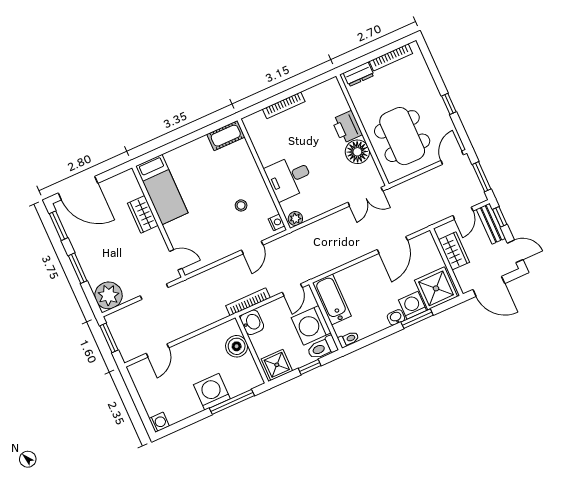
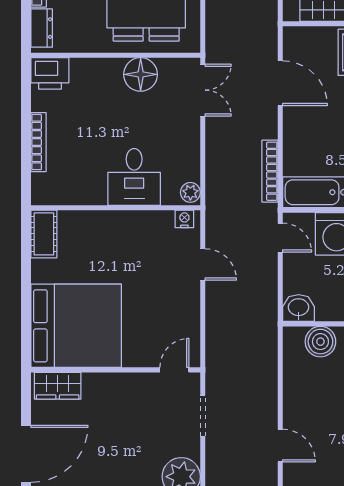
printer: (347, 127) -> (50, 73), moved
bed: (162, 189) -> (76, 326), width x2.04
stool: (241, 205) -> (142, 255), removed
wardrobe: (143, 214) -> (58, 386), moved
bookcase: (248, 302) -> (270, 171), moved

